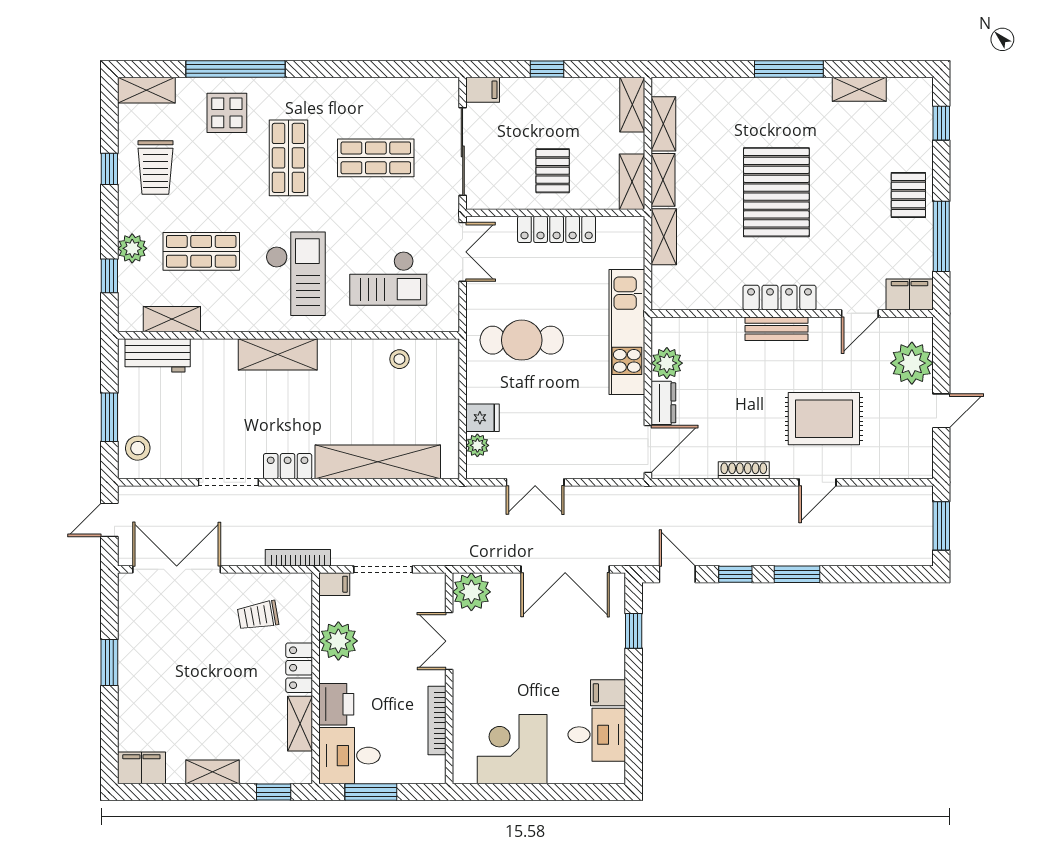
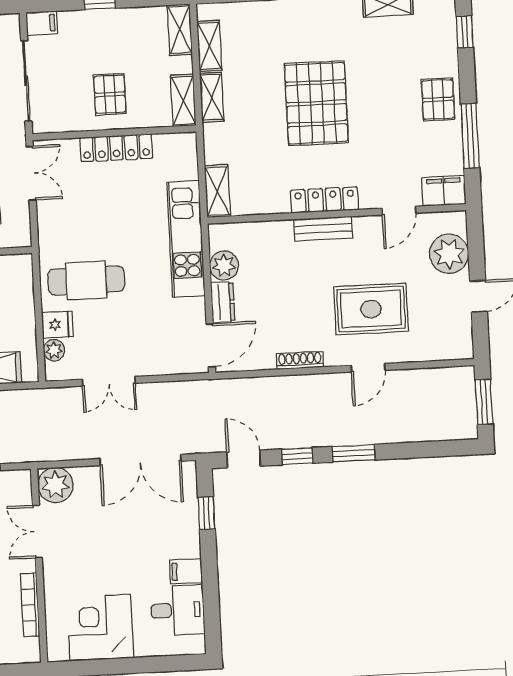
shelving: (664, 237) -> (217, 191), moved
cafe table: (522, 340) -> (86, 280), moved

